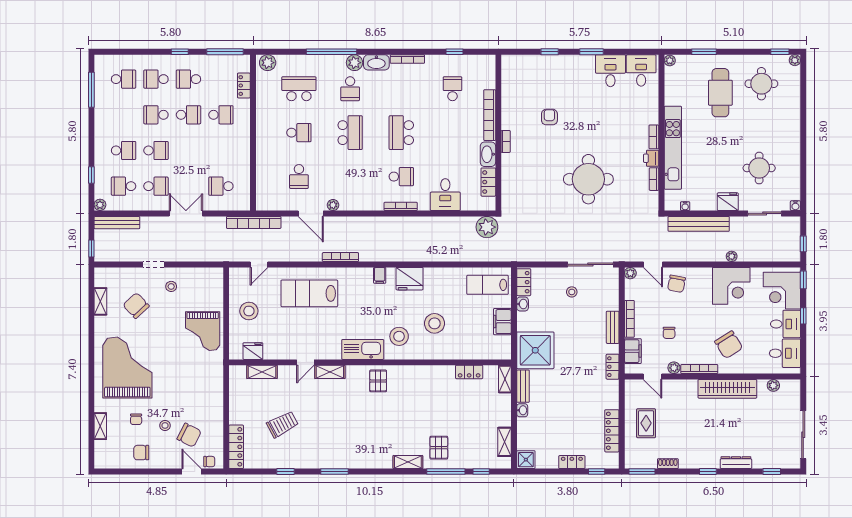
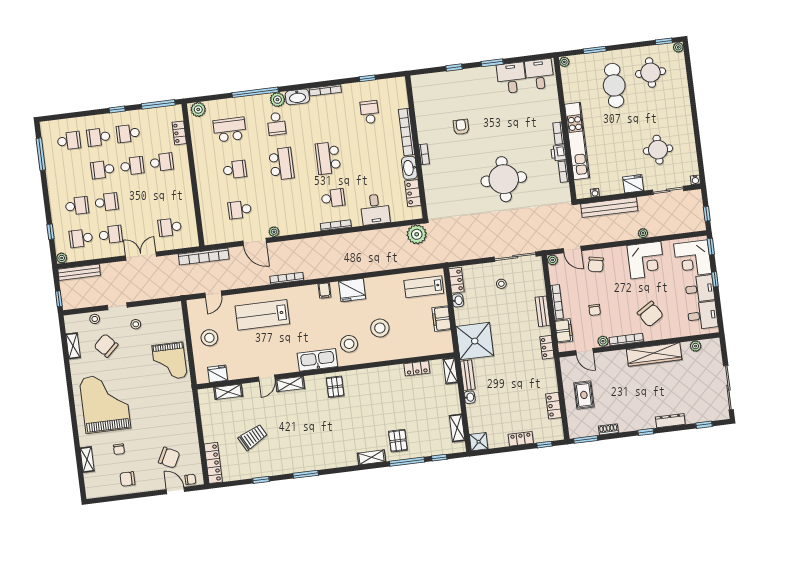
school desk: (299, 177) -> (240, 210), turned 90
stool: (165, 425) -> (95, 319), moved
locker: (612, 431) -> (554, 406), width x0.66

